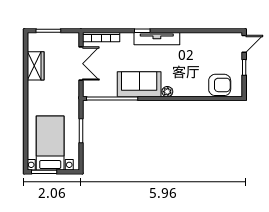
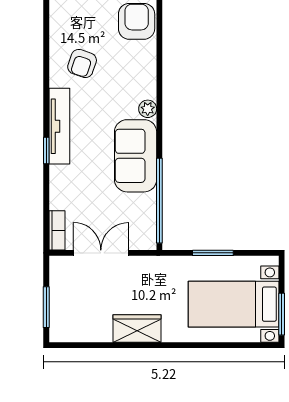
bookcase: (101, 37) -> (57, 230), width x0.64
armchair: (194, 52) -> (82, 63), added
wardrobe: (36, 66) -> (137, 329), moved

